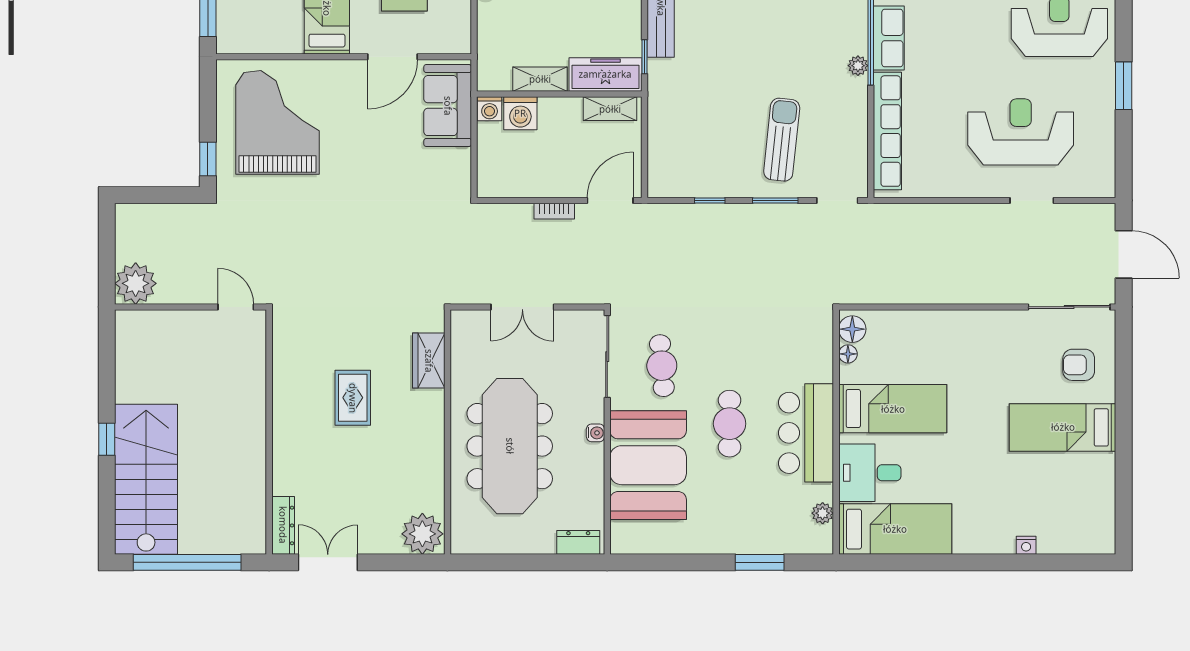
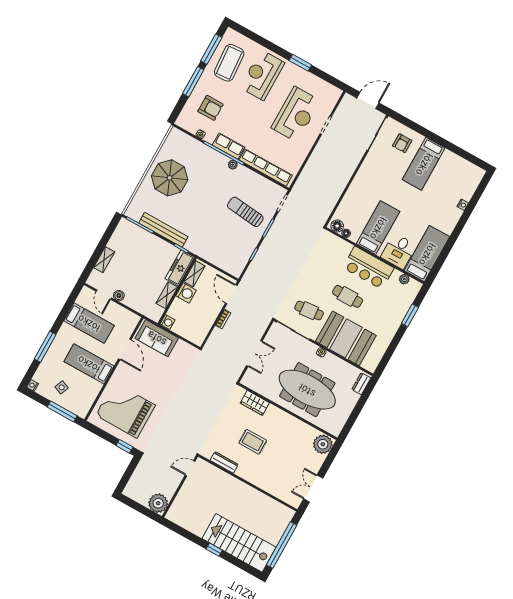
washing machine: (520, 113) -> (186, 293), moved
reception desk: (1021, 132) -> (296, 114), turned 180
dresser: (283, 525) -> (224, 462), moved

